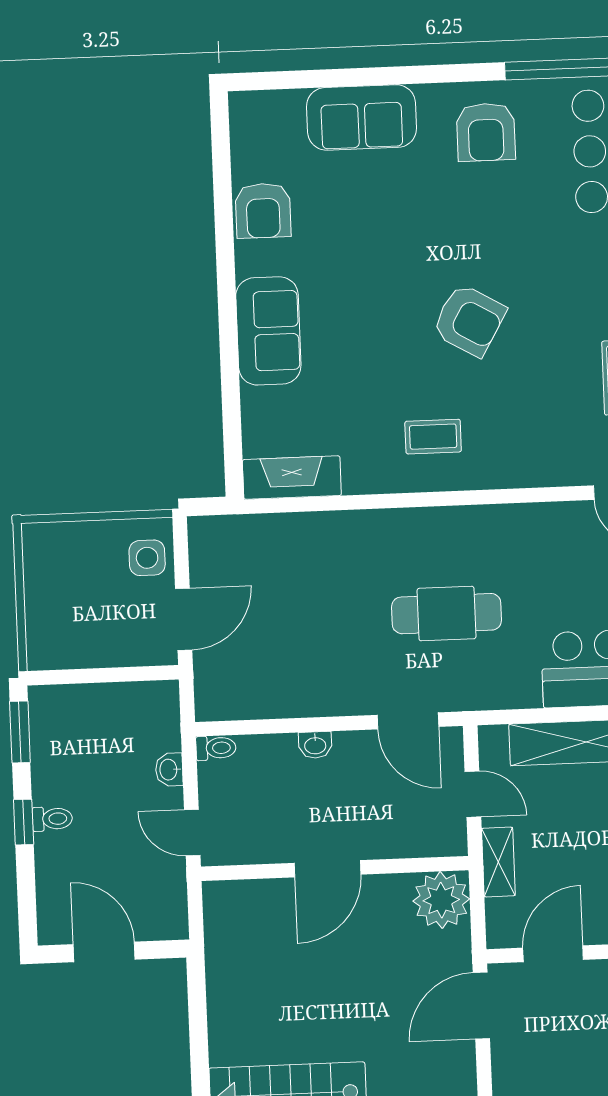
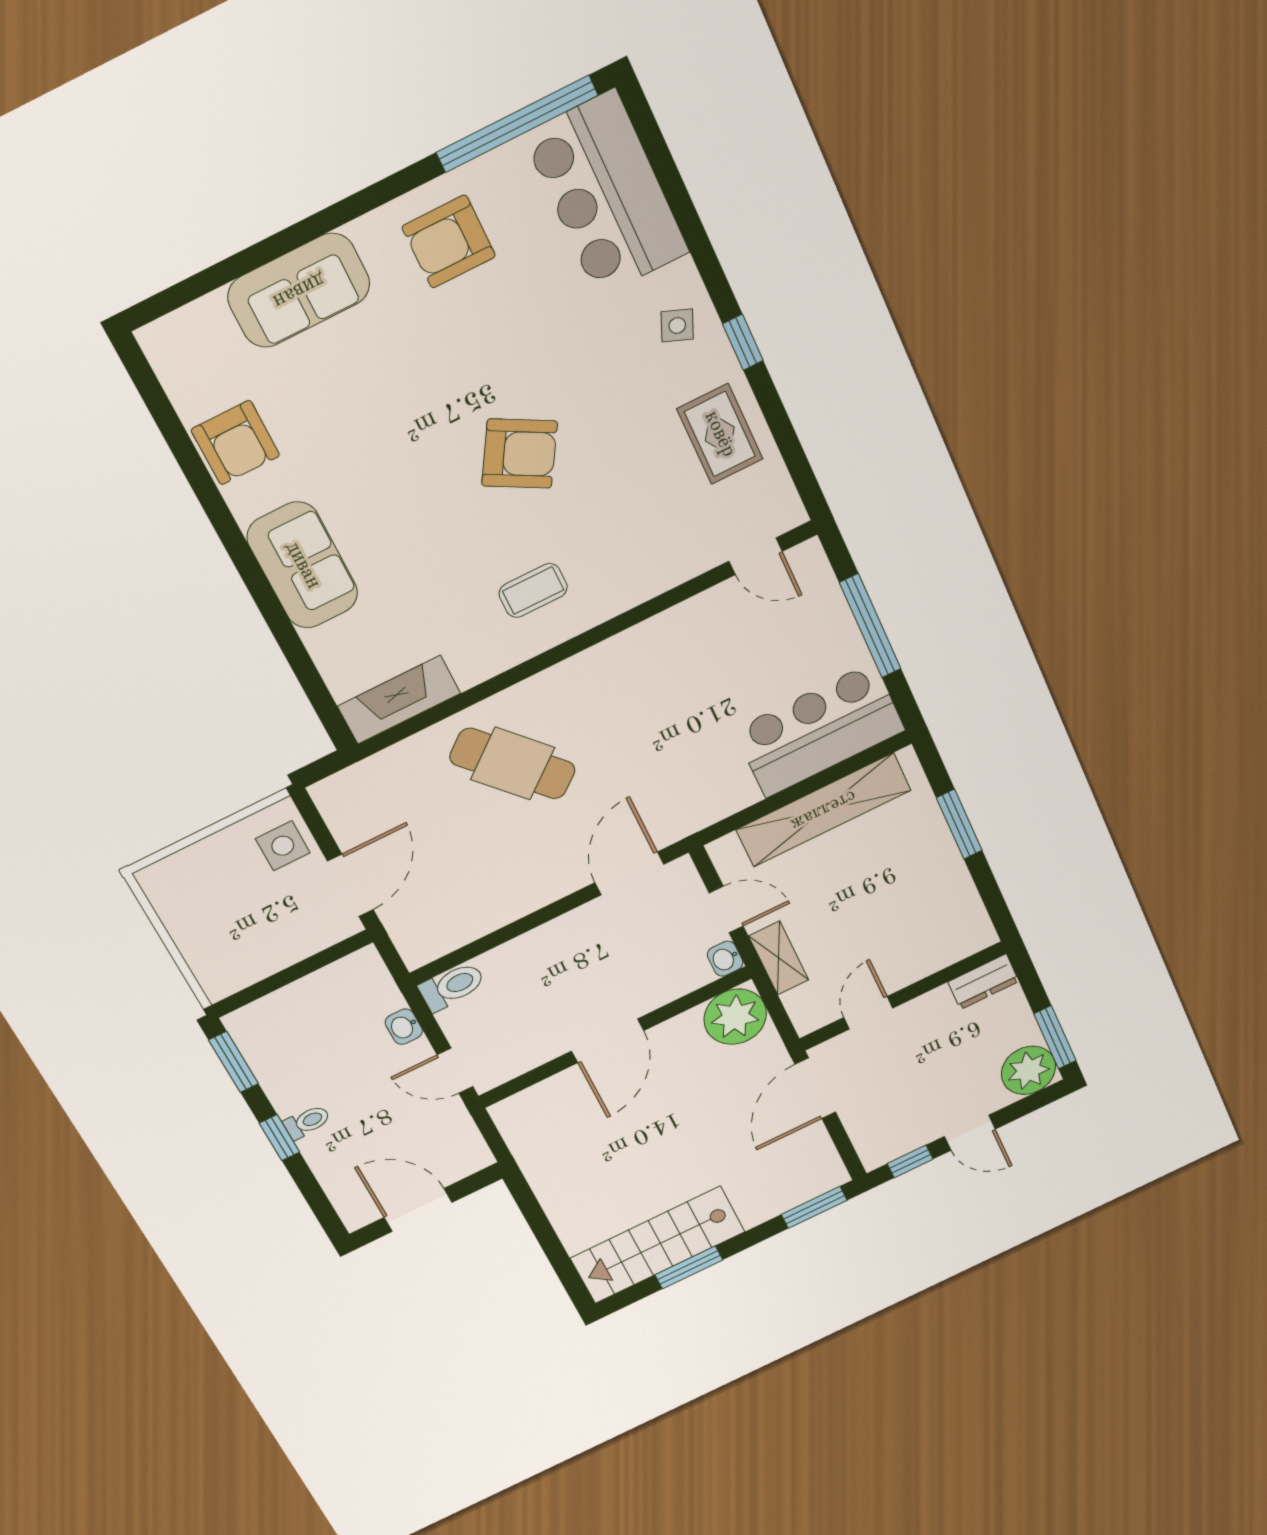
armchair: (486, 132) -> (449, 242), turned 90
cafe table: (446, 614) -> (513, 764), moved, turned 49
door: (408, 721) -> (629, 873), swing flipped
washbasin: (315, 745) -> (725, 959), moved, turned 90
toilet: (216, 748) -> (452, 986), width x1.37, depth x1.39
door: (553, 954) -> (868, 1013), width x0.73

